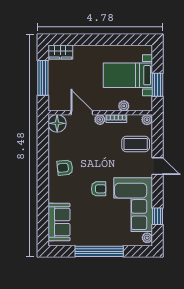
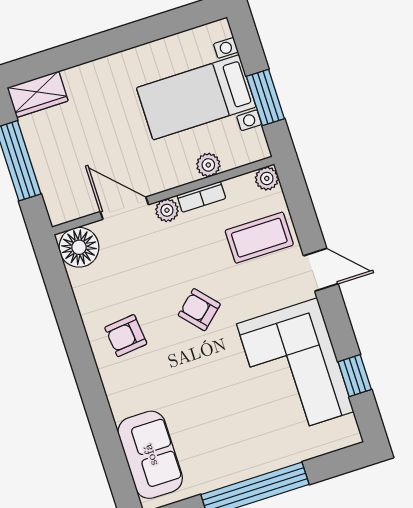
armchair: (99, 189) -> (199, 310), moved, turned -132
plant: (147, 238) -> (347, 428), removed

